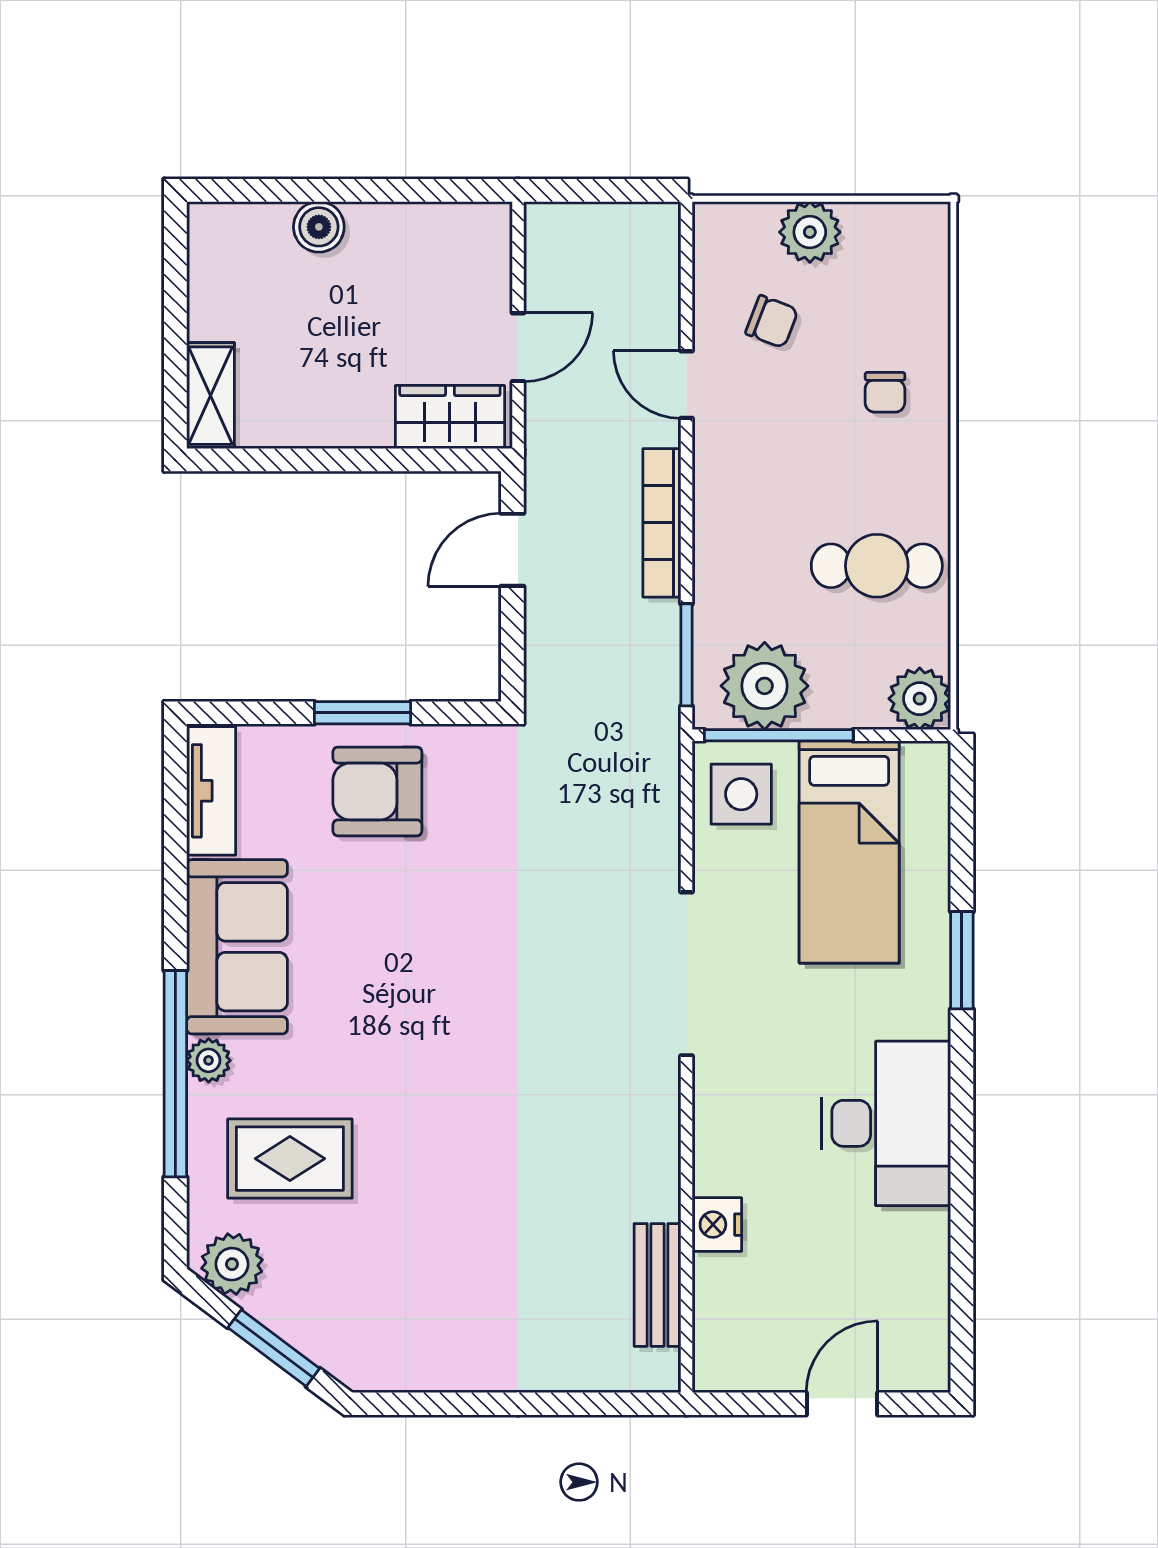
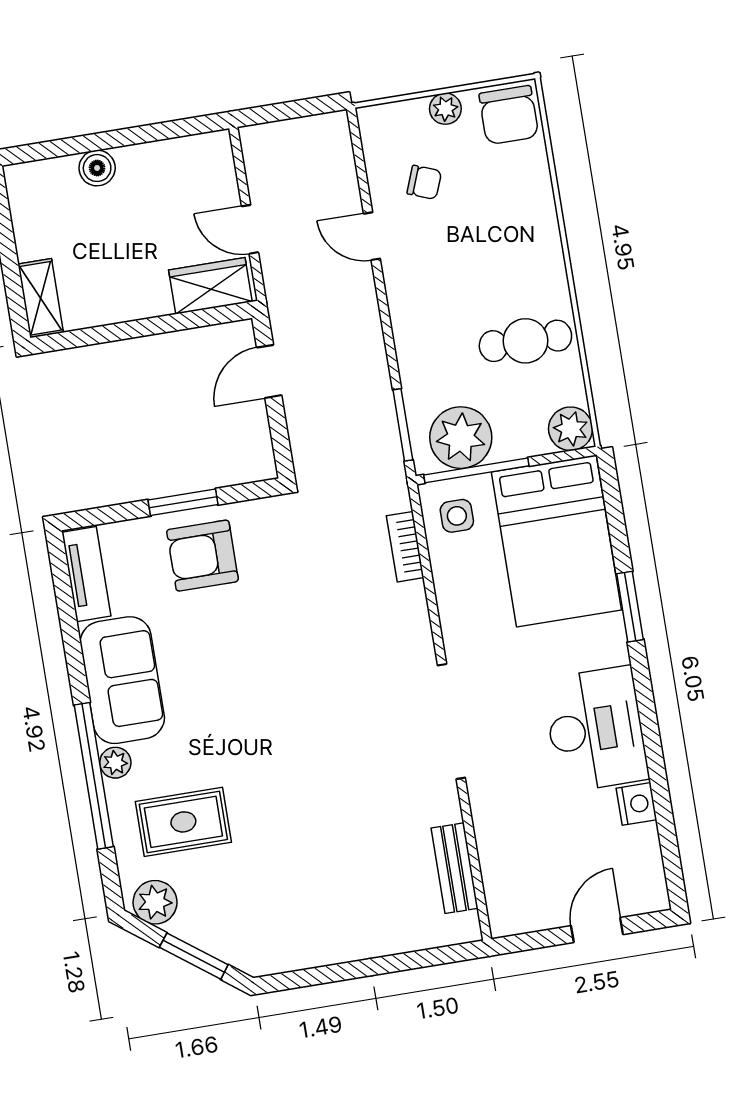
plant: (810, 232) -> (445, 109), width x0.73, depth x0.73
door: (518, 347) -> (250, 229), swing flipped
chair: (885, 392) -> (509, 115), moved, width x1.87, depth x1.87
bookcase: (662, 523) -> (405, 547), moved, width x0.64
side table: (741, 794) -> (457, 516), width x0.73, depth x0.73
bed: (849, 852) -> (556, 541), width x1.50
doorway: (687, 974) -> (451, 722), moved
nightstand: (717, 1225) -> (637, 804), moved, turned 180

